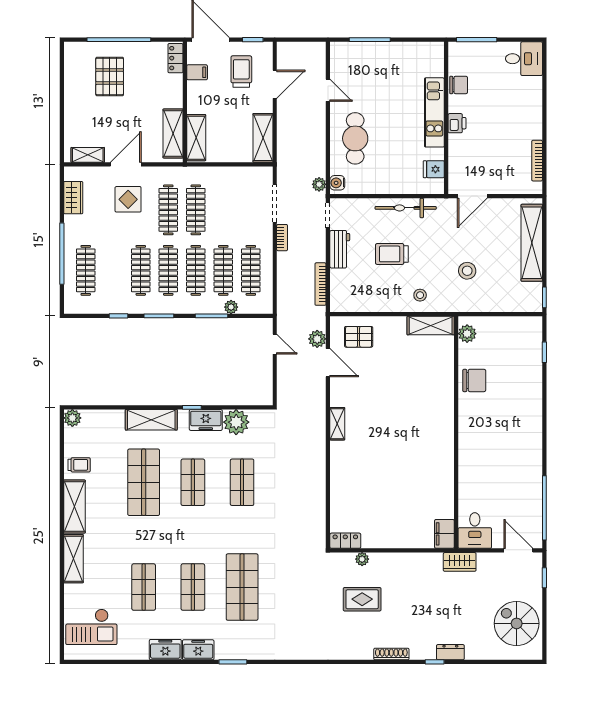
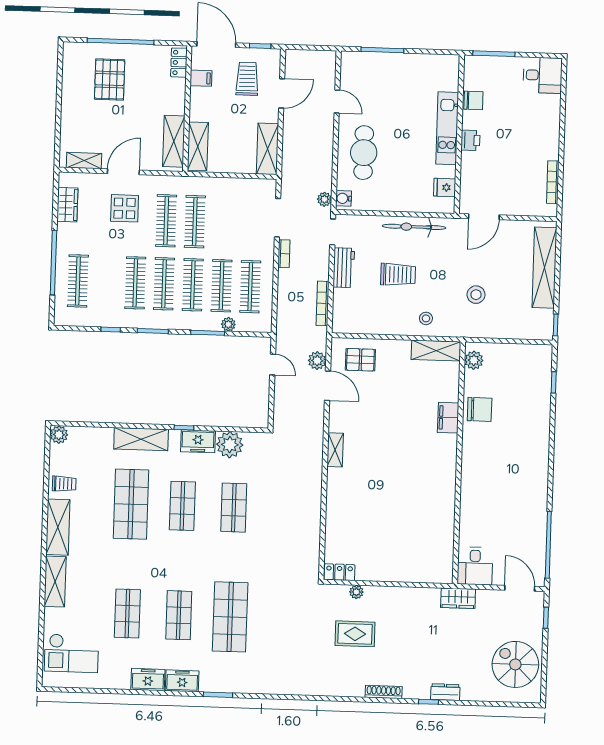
trolley: (392, 254) -> (398, 275), turned 180
filing cabinet: (444, 534) -> (448, 418), moved

